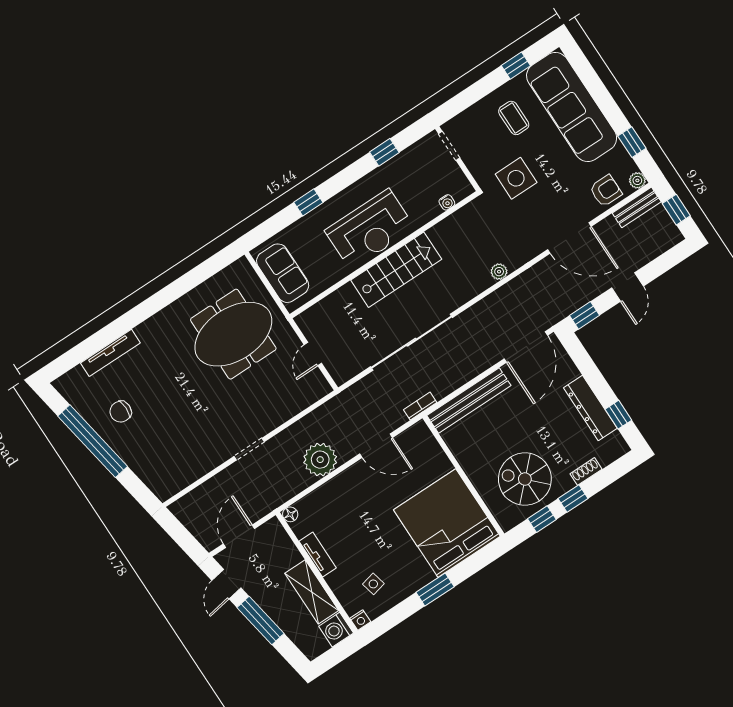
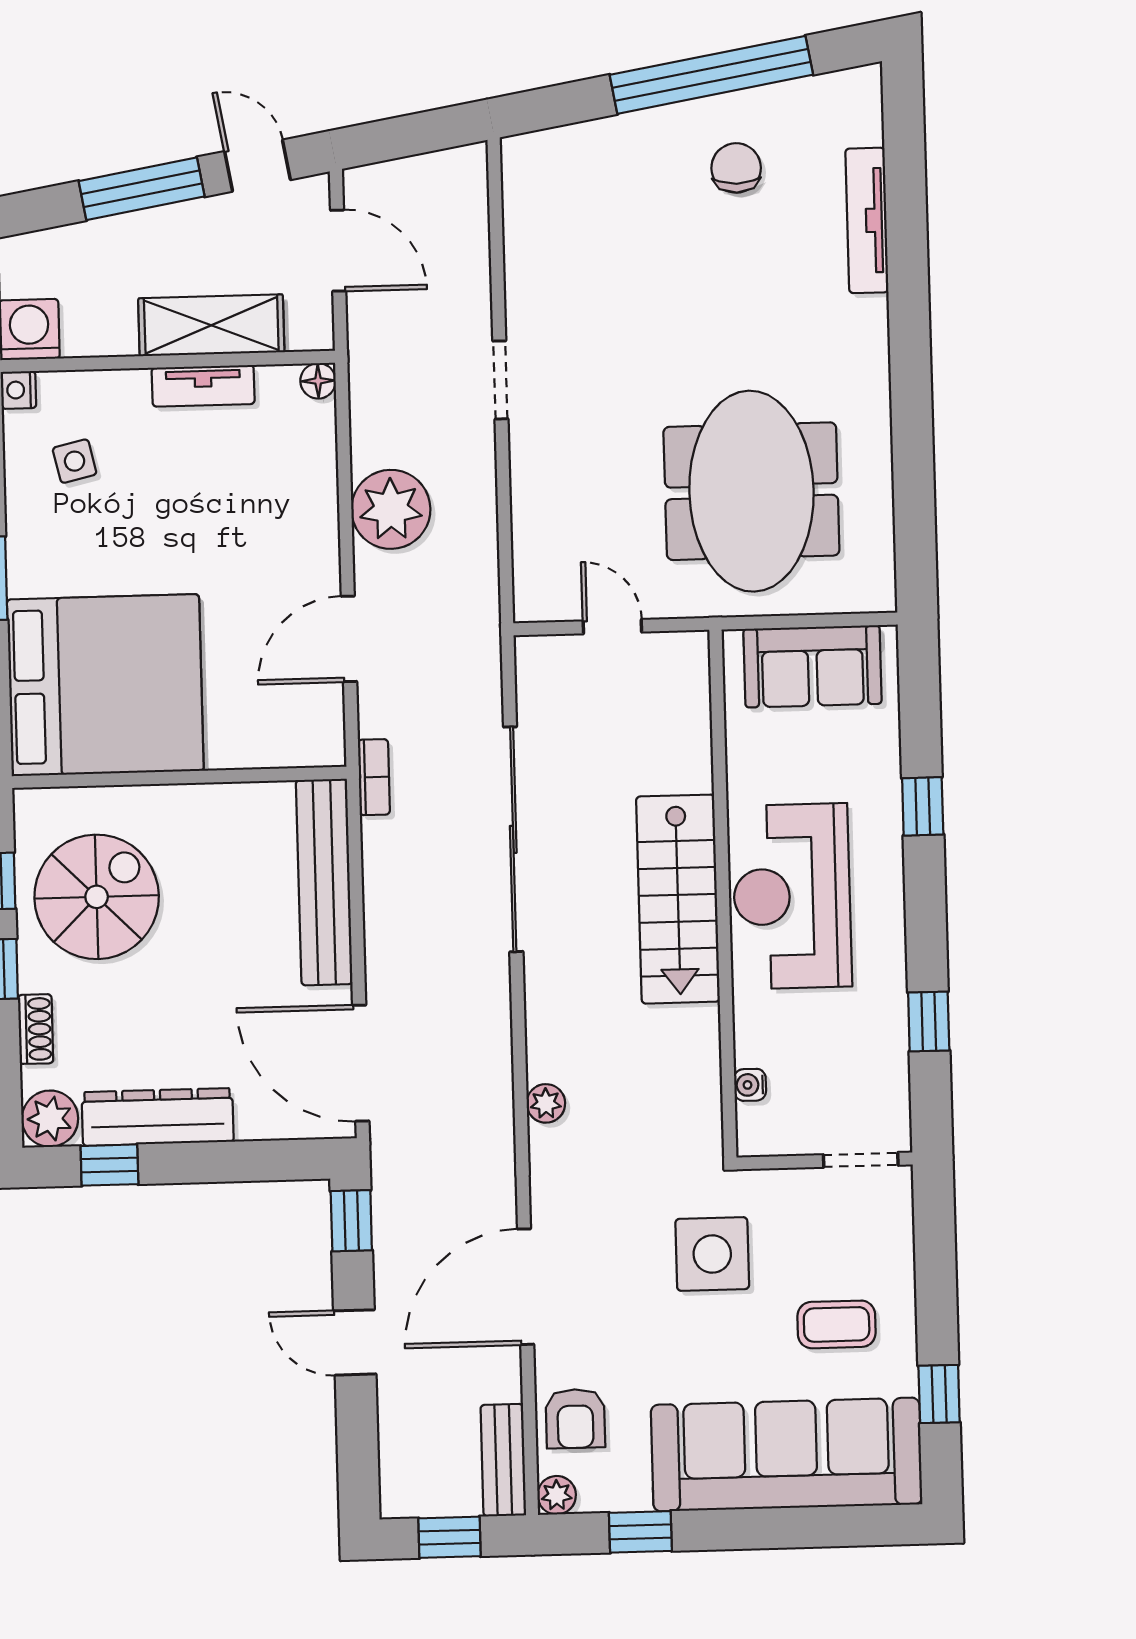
plant: (615, 446) -> (50, 1119), added
shelving: (312, 592) -> (211, 325), moved

